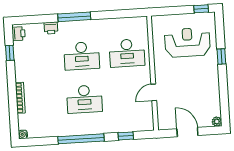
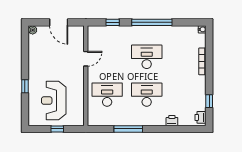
window: (201, 9) -> (57, 129), moved
window: (74, 17) -> (128, 129), moved
reception desk: (187, 42) -> (54, 101), turned 90

